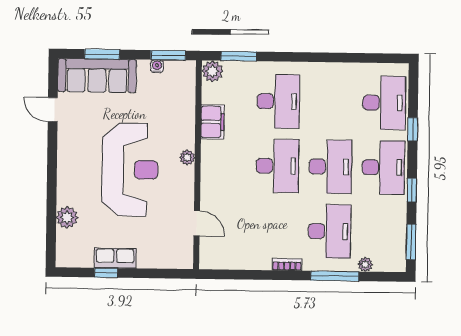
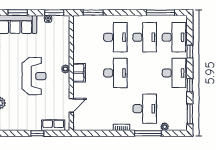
window: (360, 58) -> (160, 13), added
plant: (212, 71) -> (79, 21), removed
filing cabinet: (212, 122) -> (79, 73), moved
desk: (330, 167) -> (145, 37), moved
reception desk: (130, 170) -> (34, 76), width x0.74, depth x0.77
door: (197, 223) -> (71, 105), hinge flipped
row of seats: (115, 258) -> (53, 125), moved
window: (106, 273) -> (37, 133), moved

